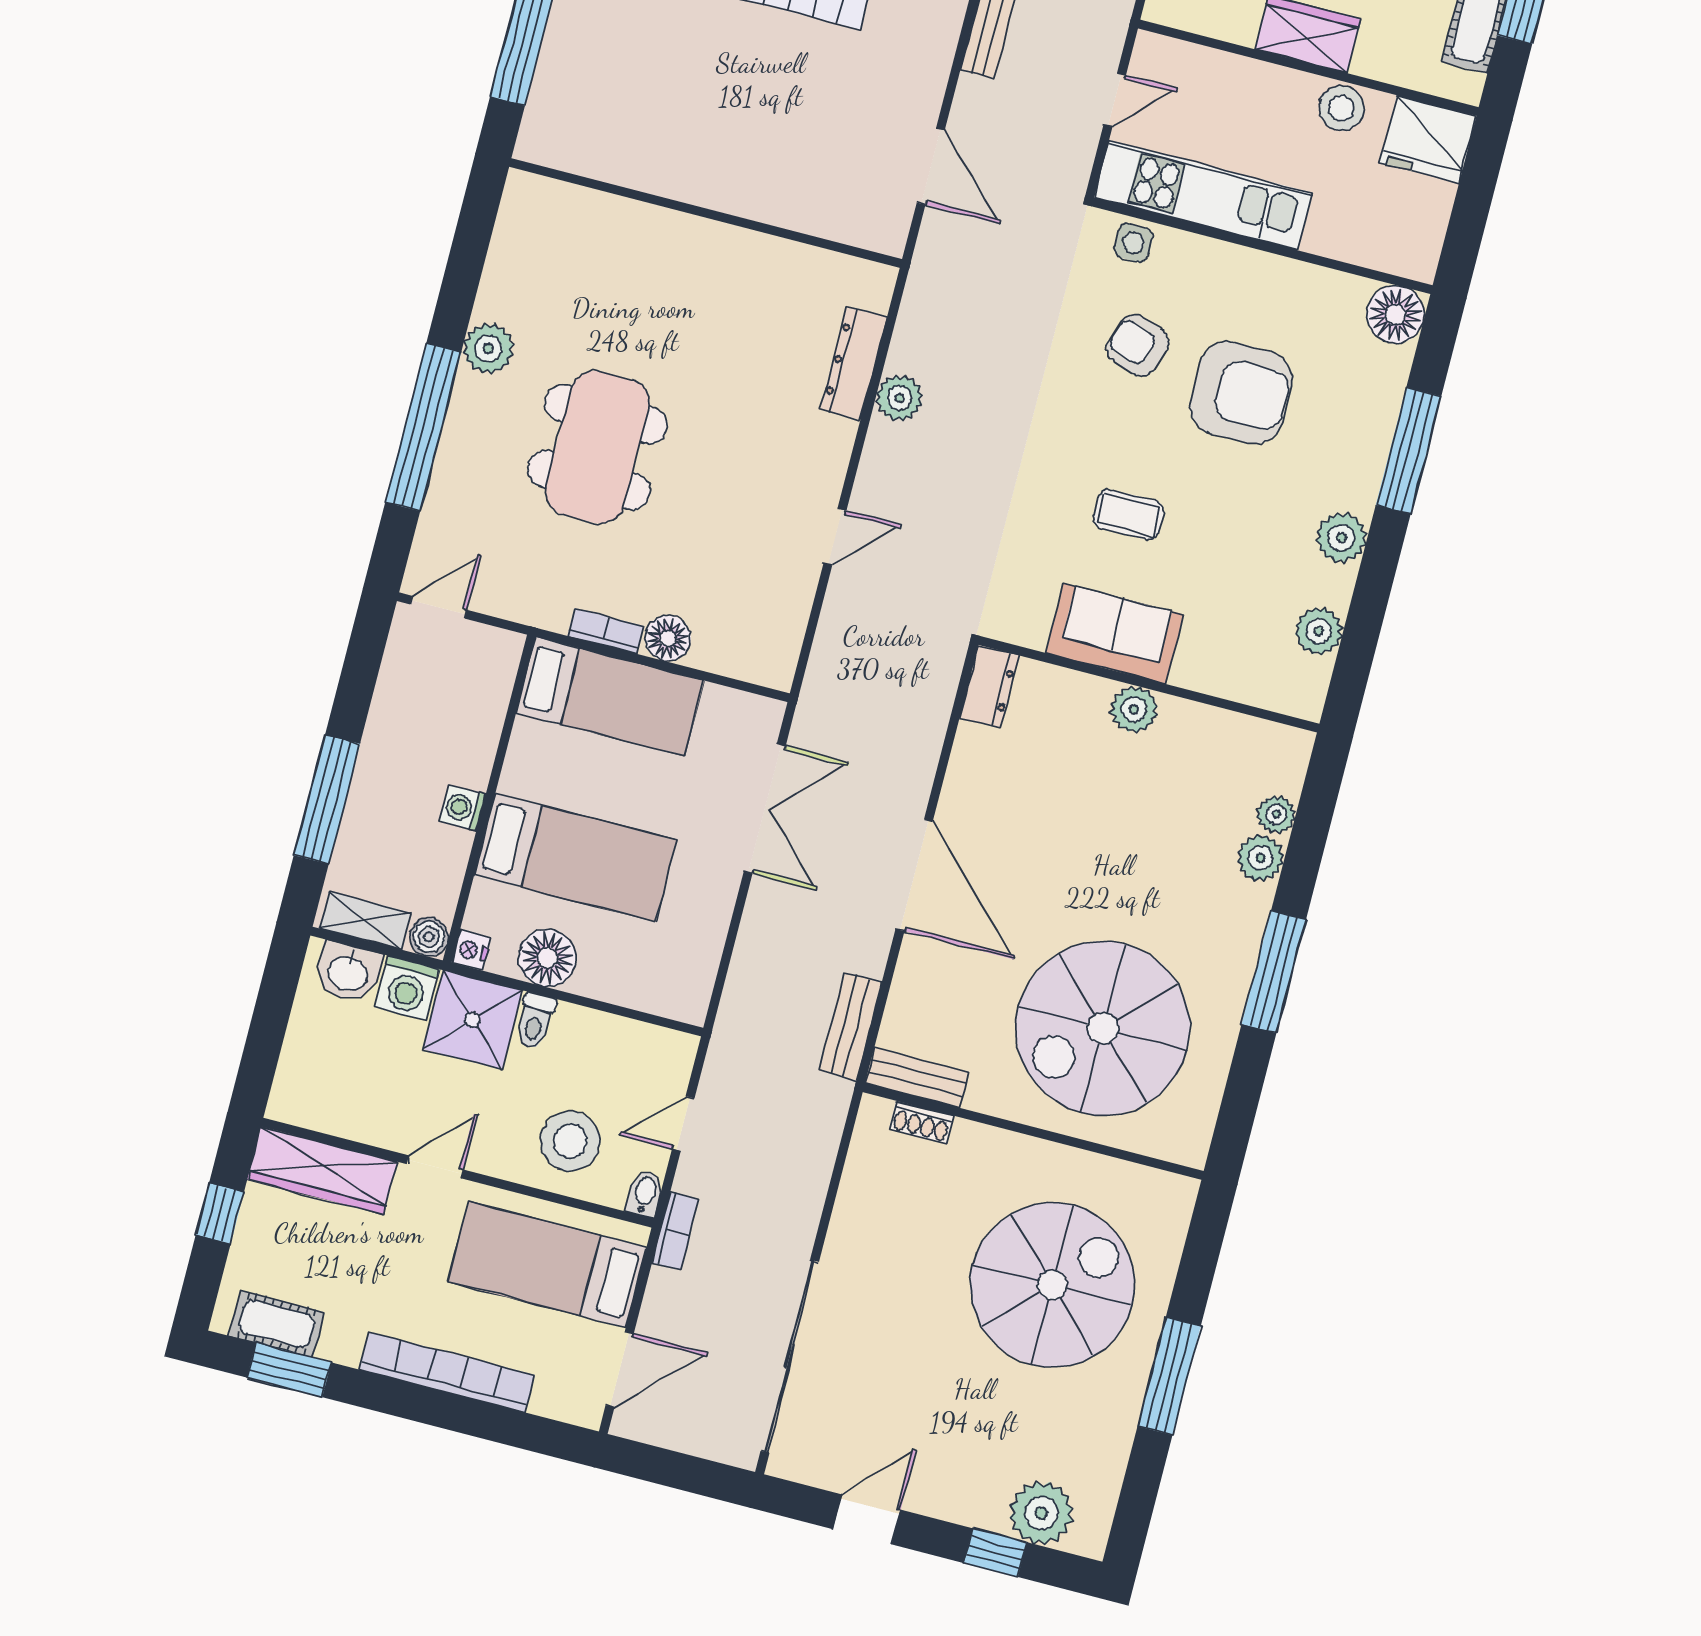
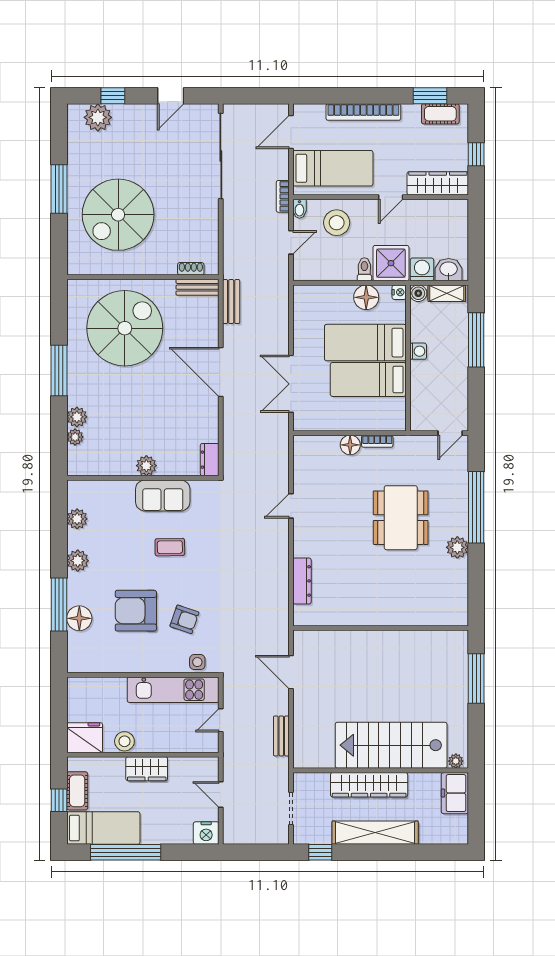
floor lamp: (1395, 315) -> (79, 618), moved
plant: (899, 398) -> (279, 571), removed
bed: (610, 697) -> (368, 379), moved

